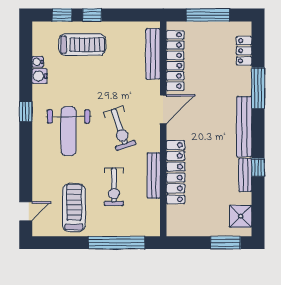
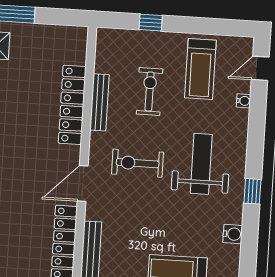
water cooler: (38, 62) -> (244, 101), moved
exercise bike: (120, 128) -> (138, 163), turned -71
window: (116, 243) -> (151, 23), width x0.32

